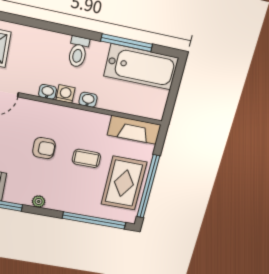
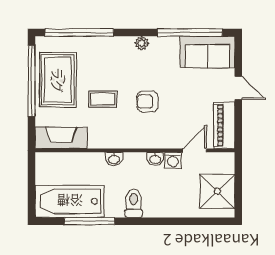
washing machine: (65, 94) -> (173, 160), moved

